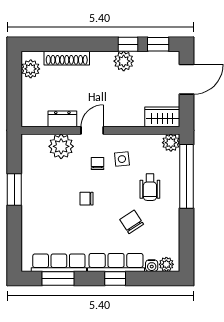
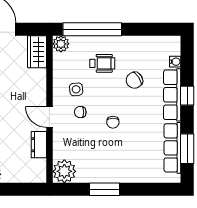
plant: (61, 146) -> (64, 171), moved
plant: (166, 264) -> (174, 48), removed

